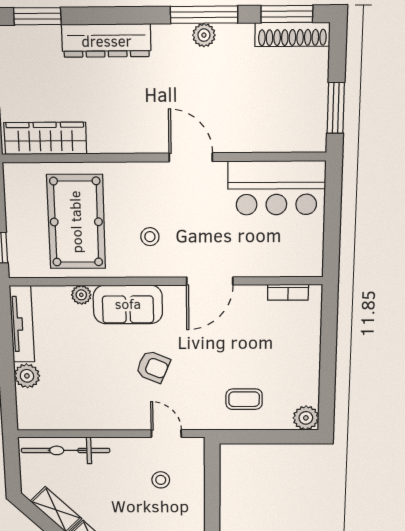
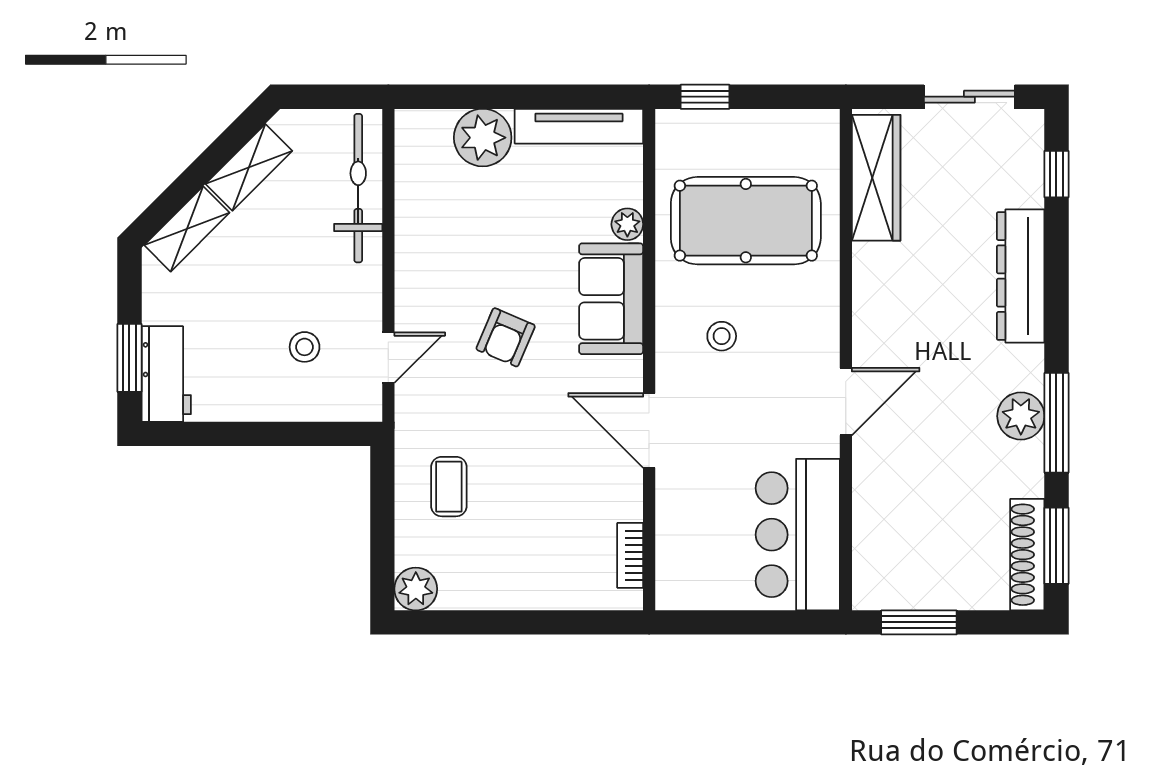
window: (37, 16) -> (1056, 174), width x0.67
plant: (204, 35) -> (1021, 416), width x1.38, depth x1.38
plant: (27, 376) -> (483, 138), width x1.36, depth x1.36

